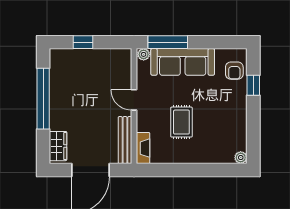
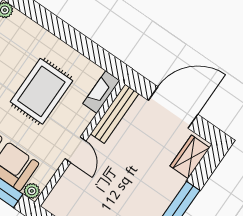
rug: (181, 122) -> (41, 91), width x1.36, depth x1.43

